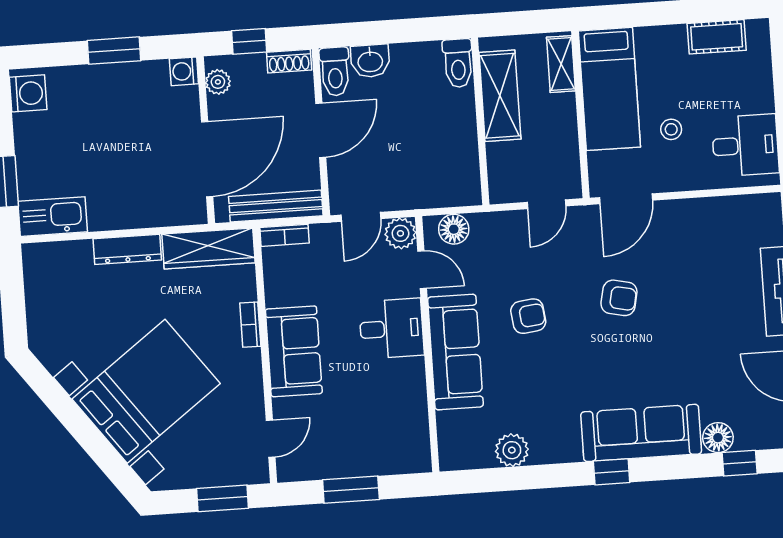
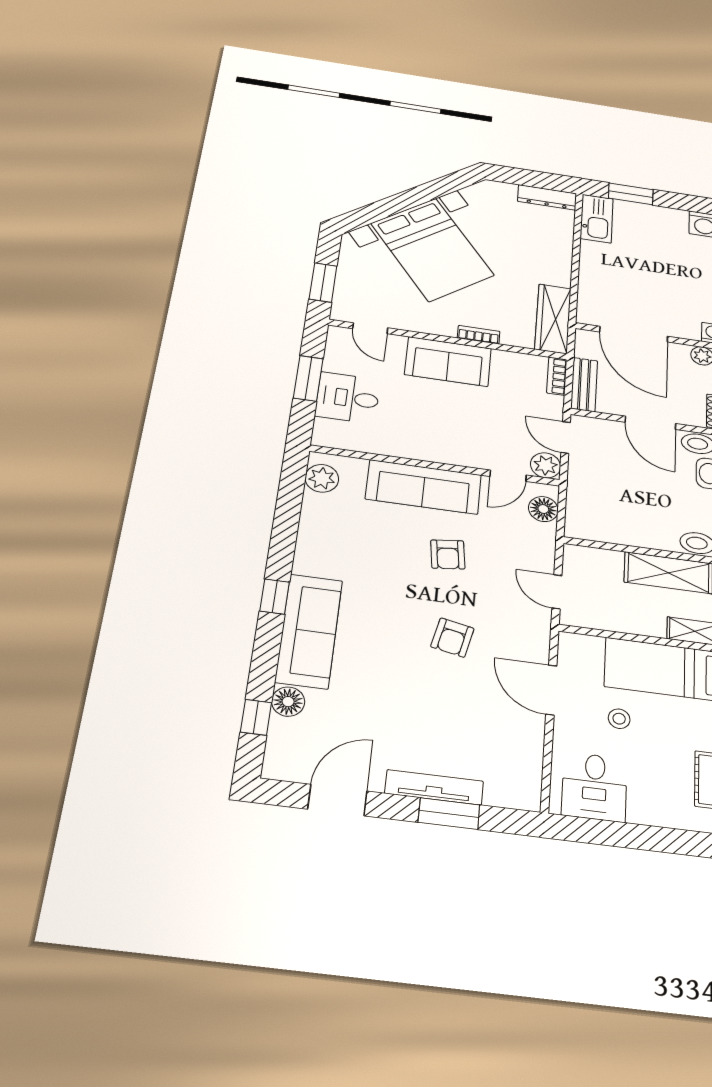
door: (626, 199) -> (551, 690), moved
bench: (276, 206) -> (584, 385), width x0.73
dresser: (127, 249) -> (547, 197), moved, turned -90
desk: (391, 329) -> (348, 398), moved, turned 90
plant: (512, 450) -> (322, 478), moved

